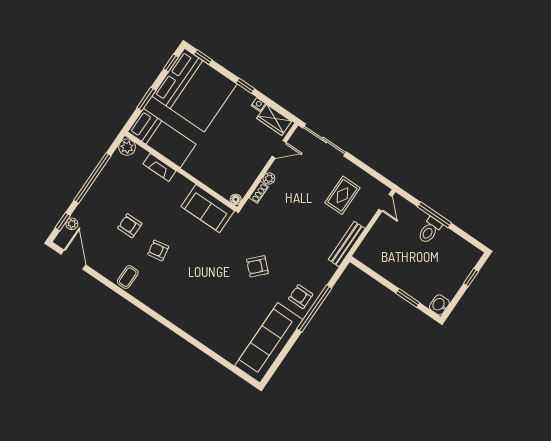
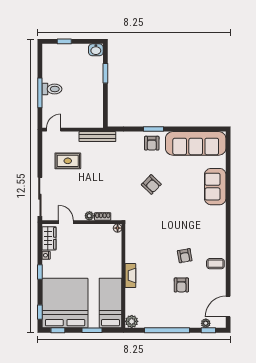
fireplace: (160, 167) -> (130, 276), moved
sofa: (208, 209) -> (215, 187), moved, turned 180
window: (314, 309) -> (153, 129), width x0.47

